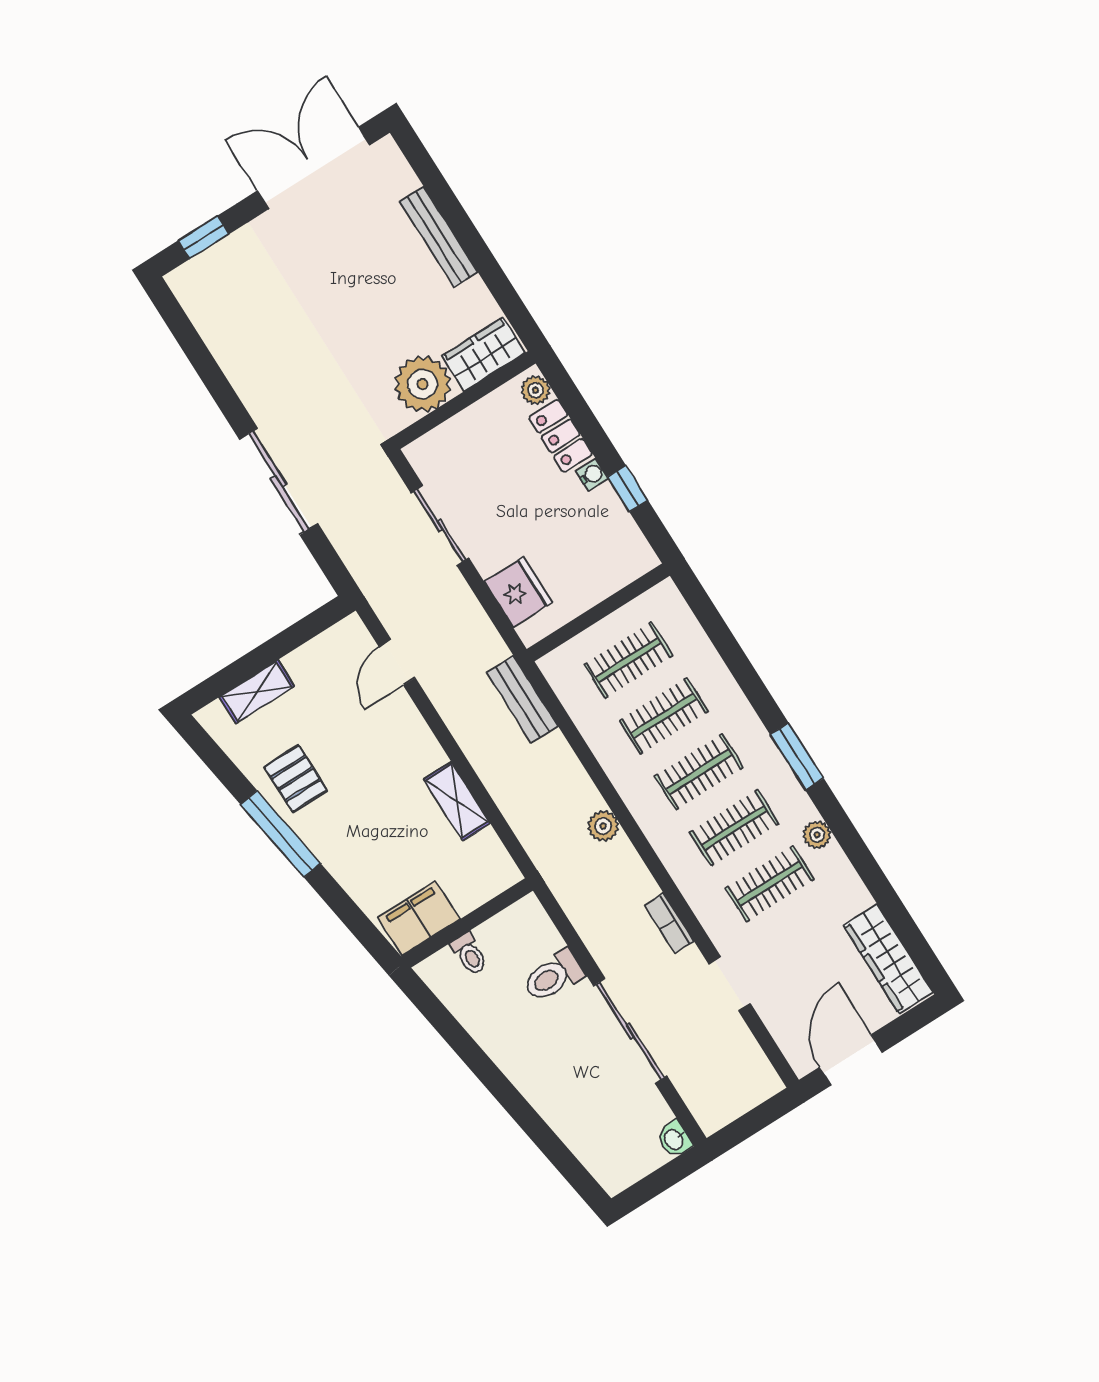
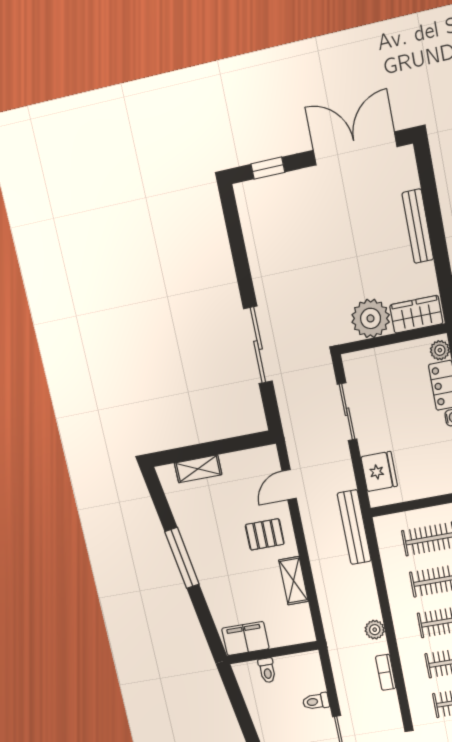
bench: (522, 699) -> (354, 527), width x1.36
pallet: (296, 779) -> (265, 534), moved, turned 90
bookcase: (669, 923) -> (386, 672), moved
toilet: (553, 976) -> (316, 701), width x0.73, depth x0.72

